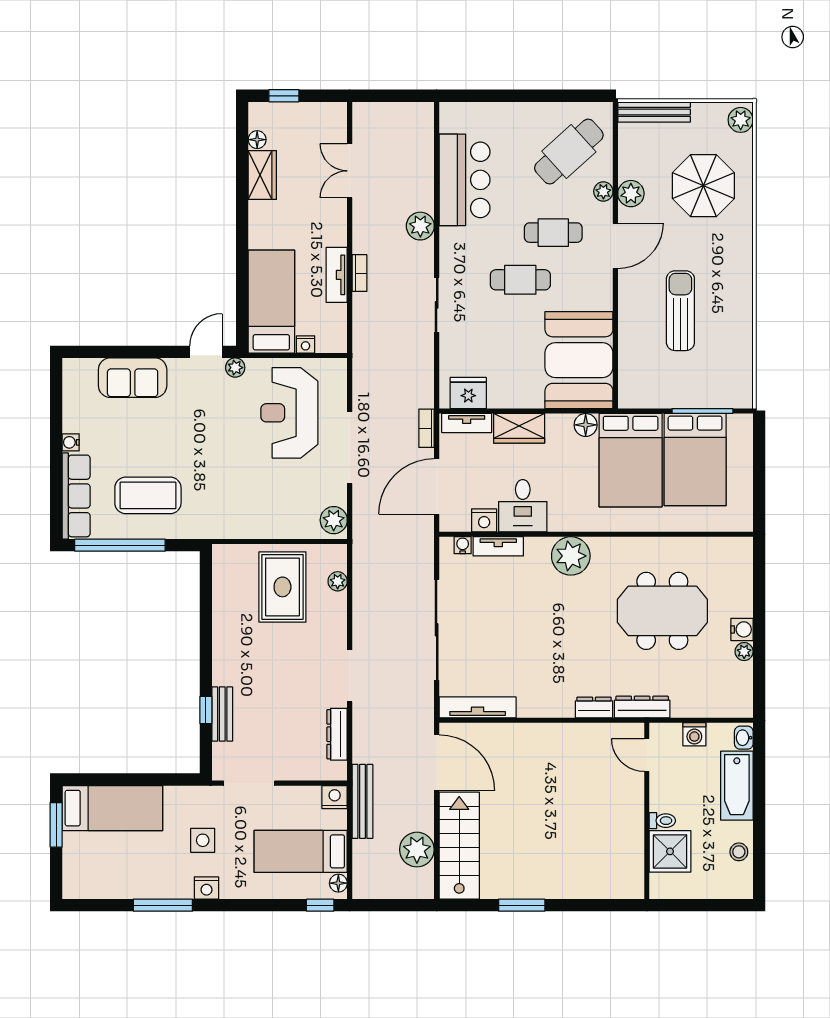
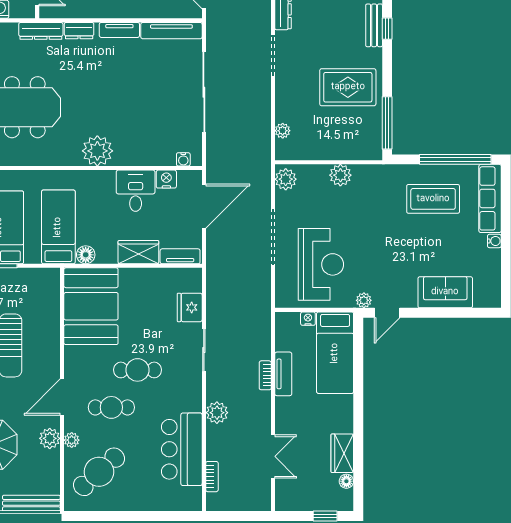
fridge: (468, 393) -> (190, 307), moved, turned 90
bookcase: (427, 428) -> (212, 477), moved
bed: (631, 460) -> (58, 227), width x0.67
plant: (265, 525) -> (340, 175), added
tv unit: (498, 546) -> (119, 30), moved, turned 180
rug: (282, 587) -> (348, 87), moved, turned 90
window: (206, 591) -> (387, 123), added

